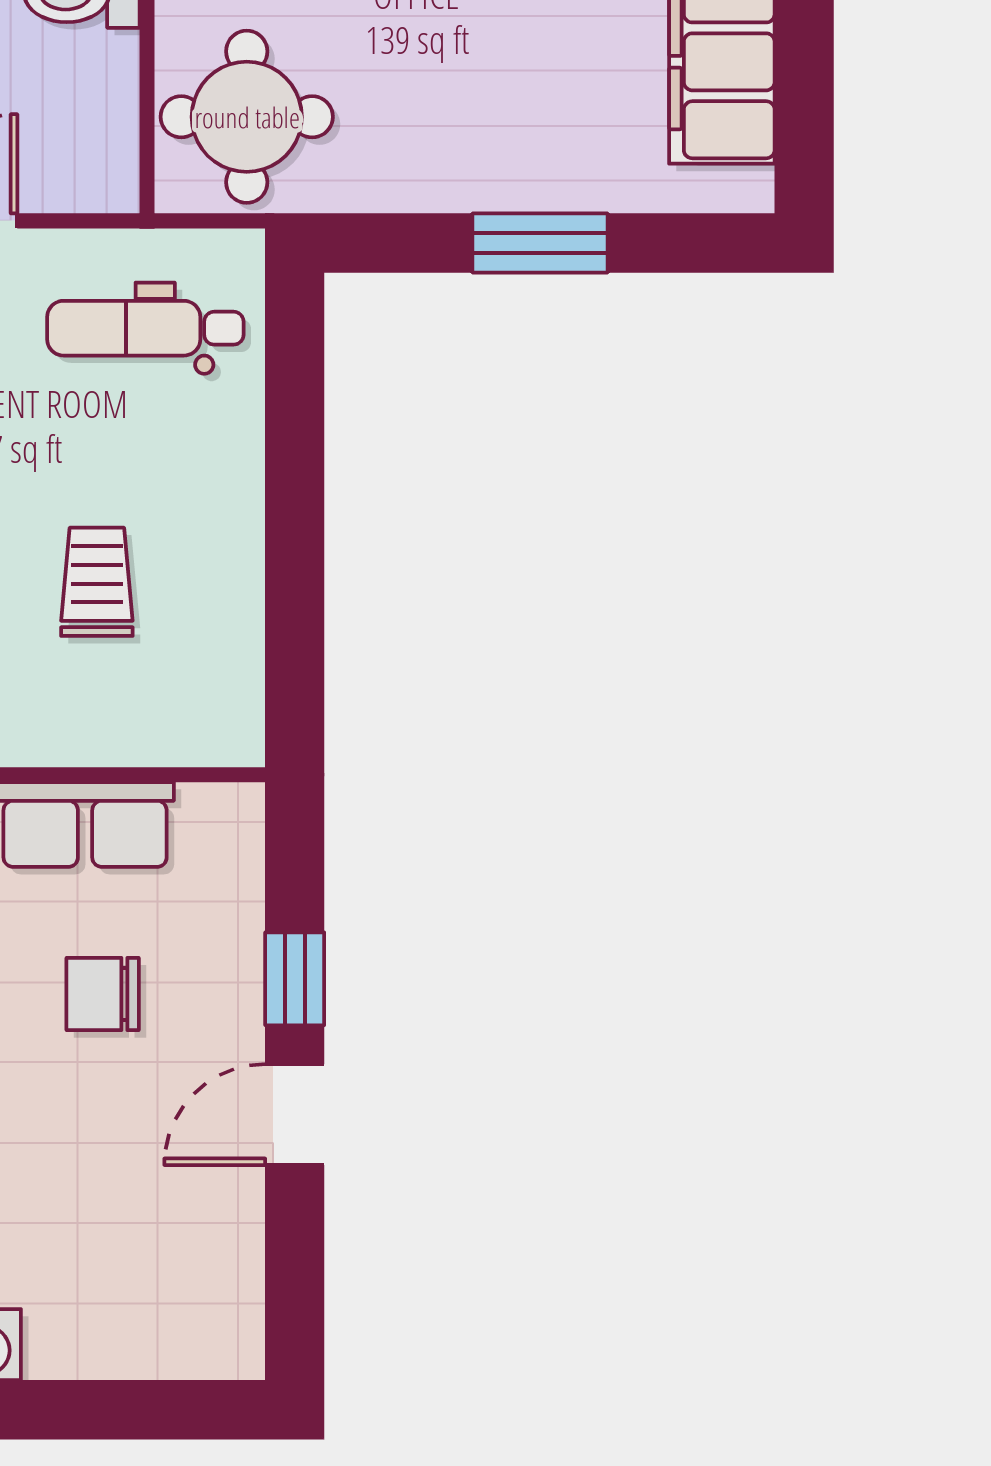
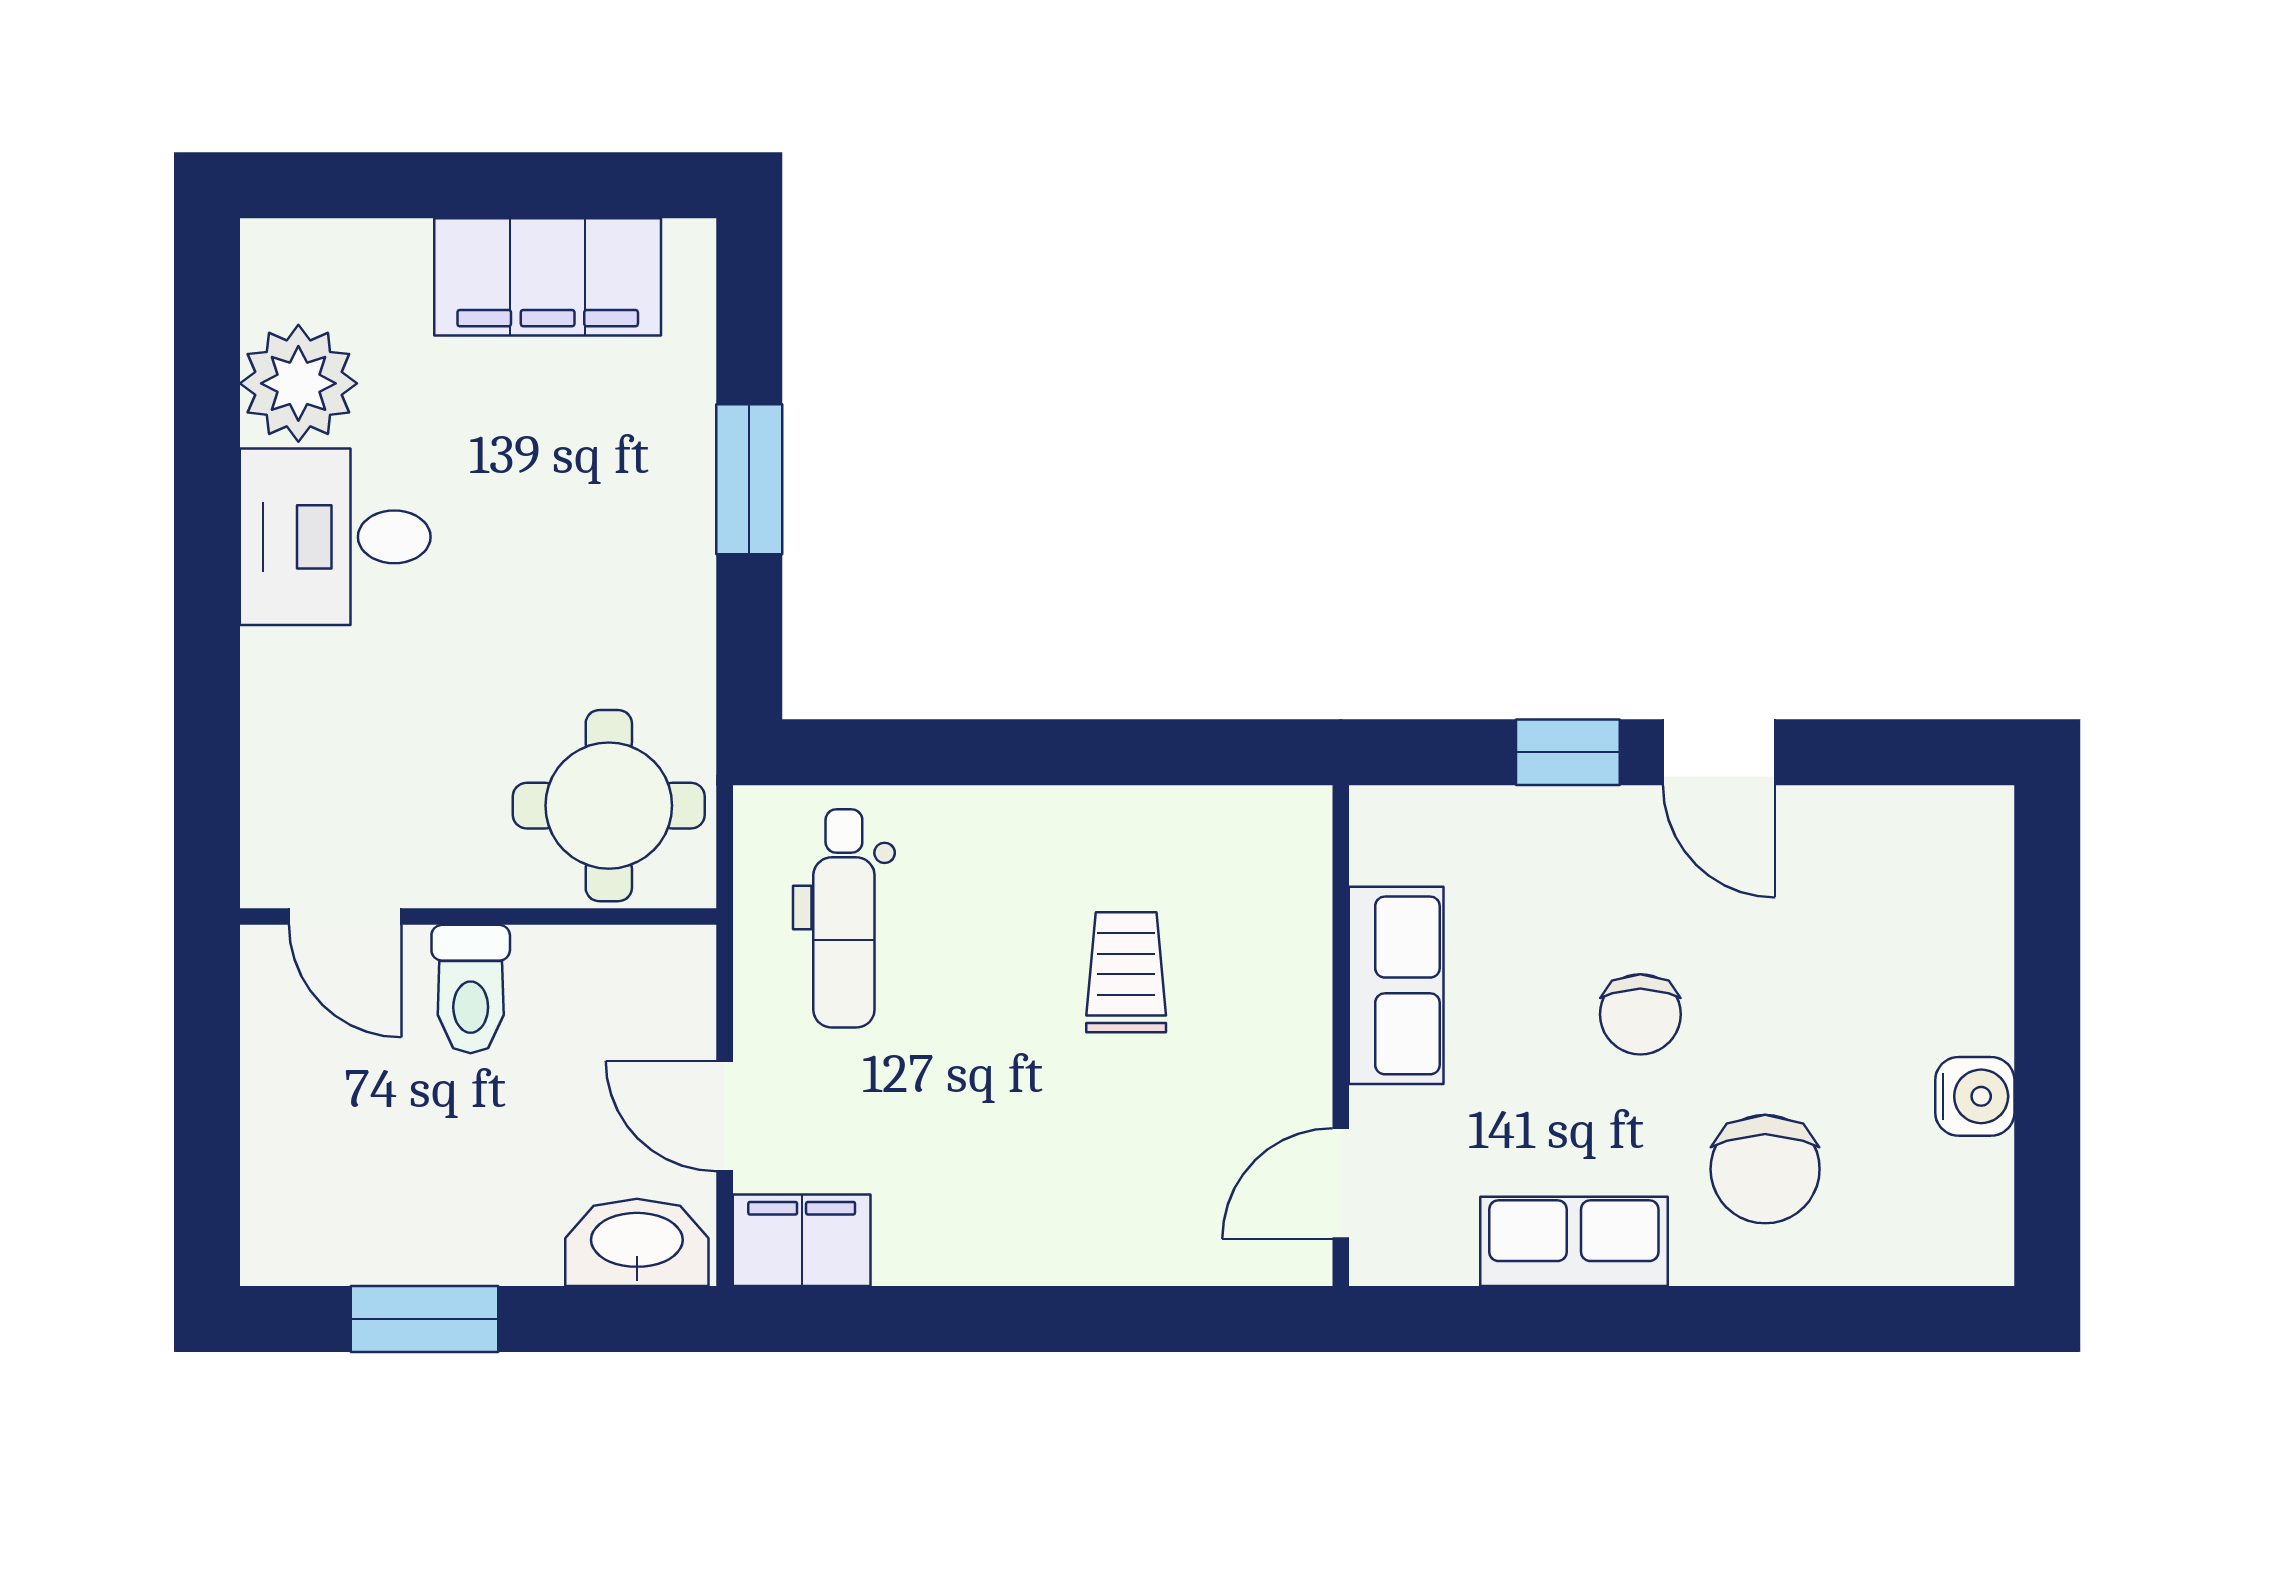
trolley: (97, 582) -> (1126, 972), turned 90
chair: (103, 994) -> (1640, 1014), moved

